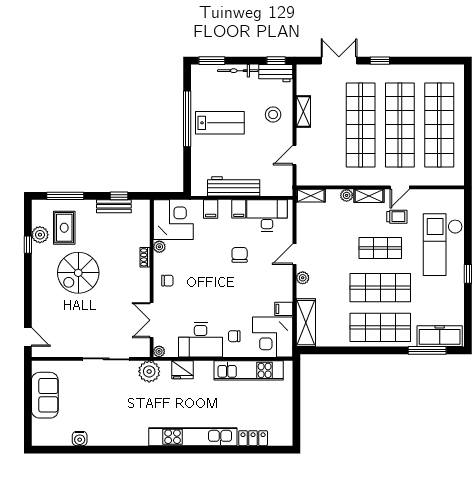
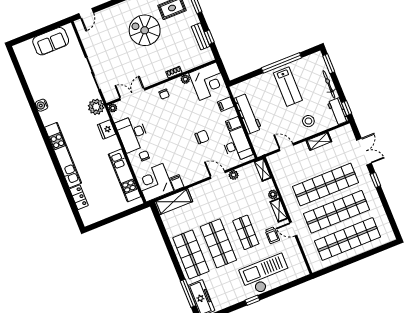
plant: (303, 278) -> (234, 175), moved
water cooler: (80, 439) -> (42, 105), moved

